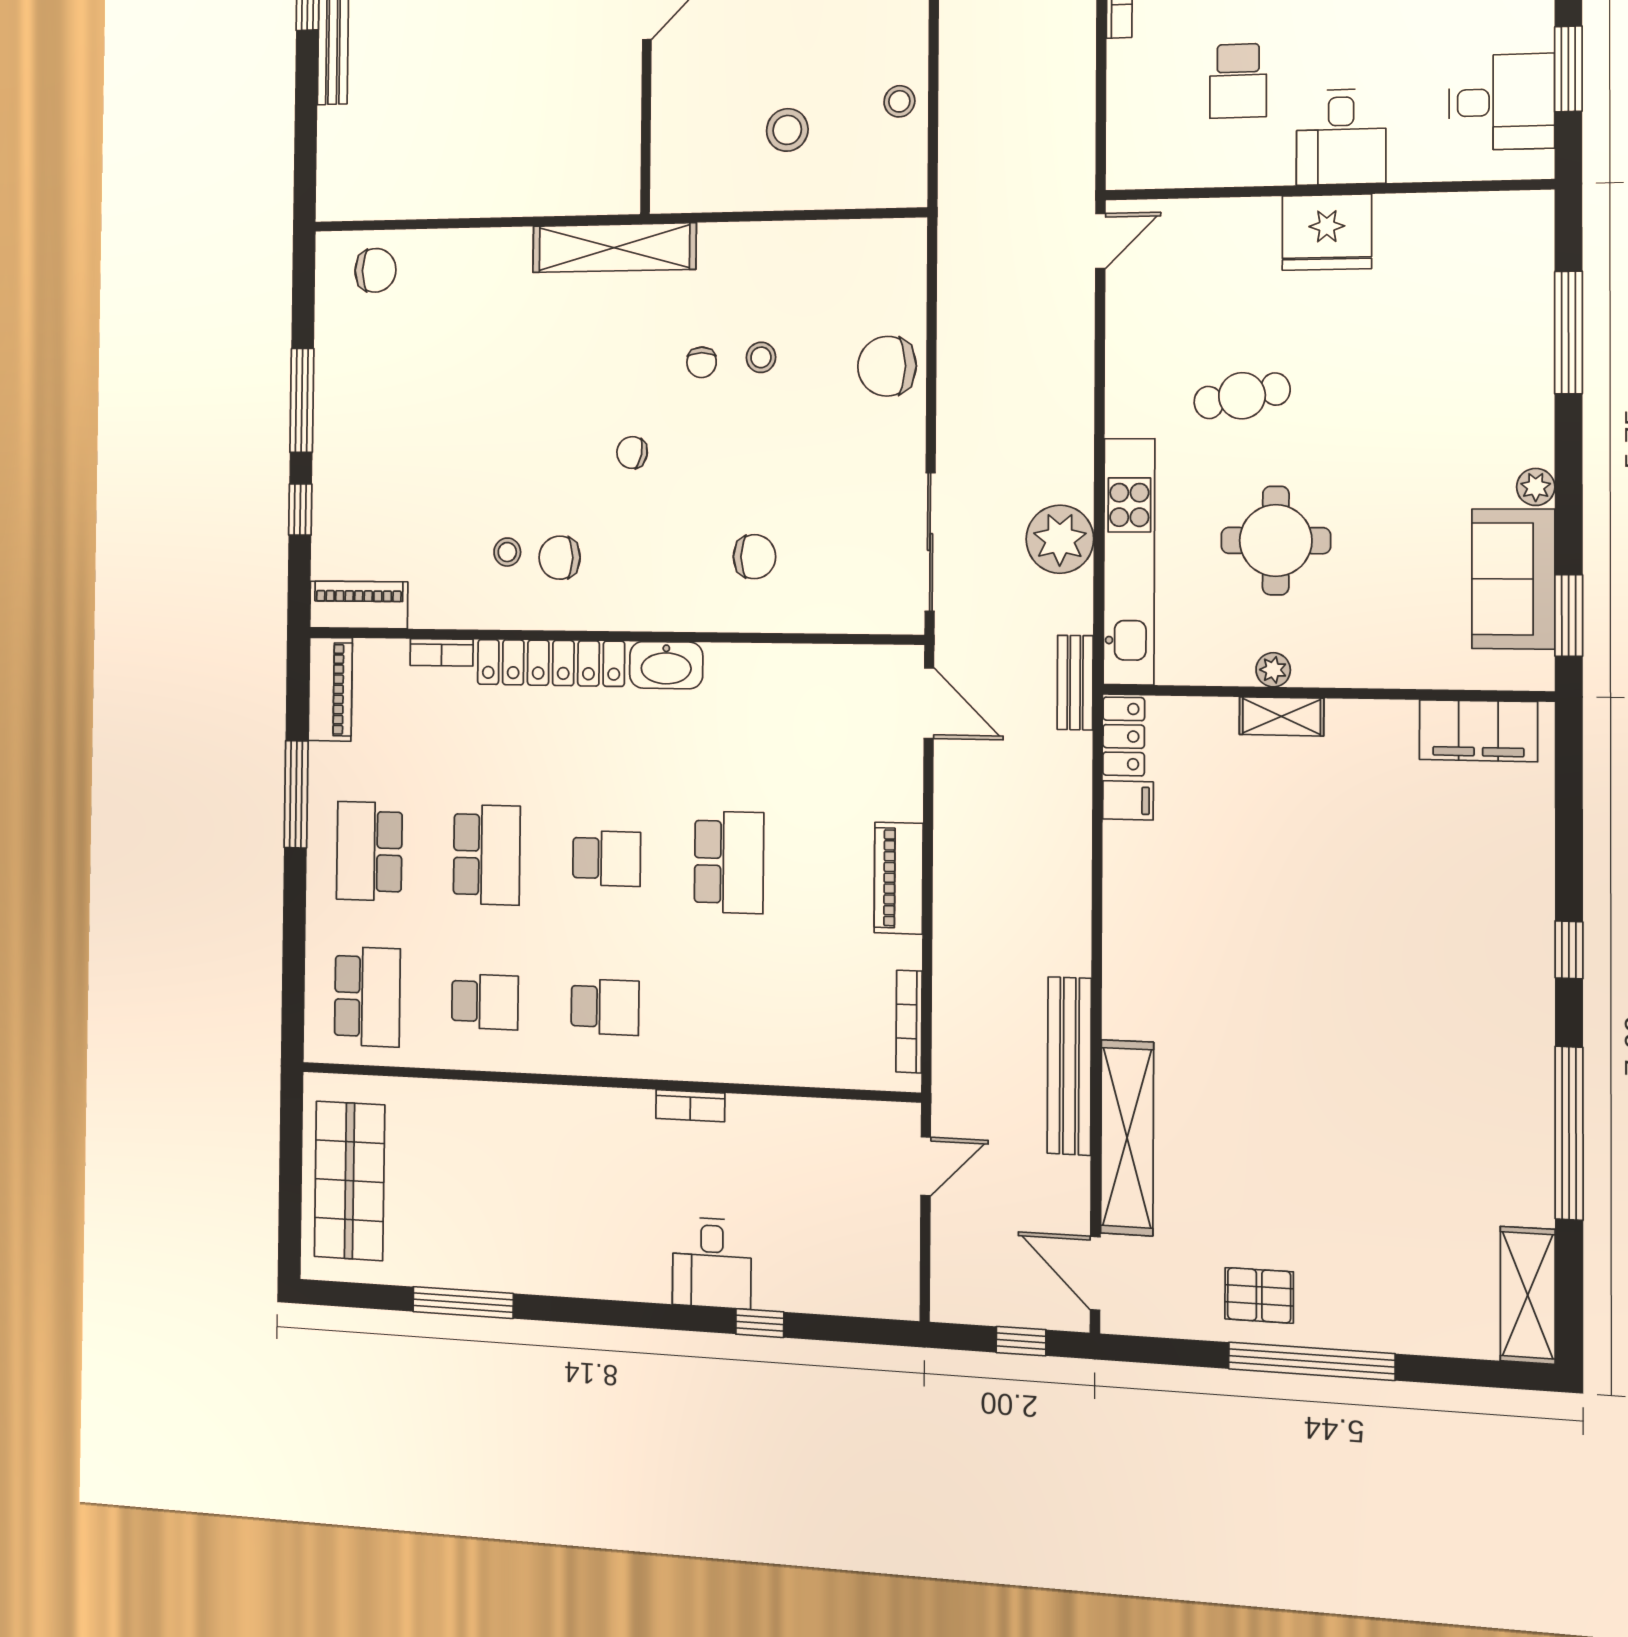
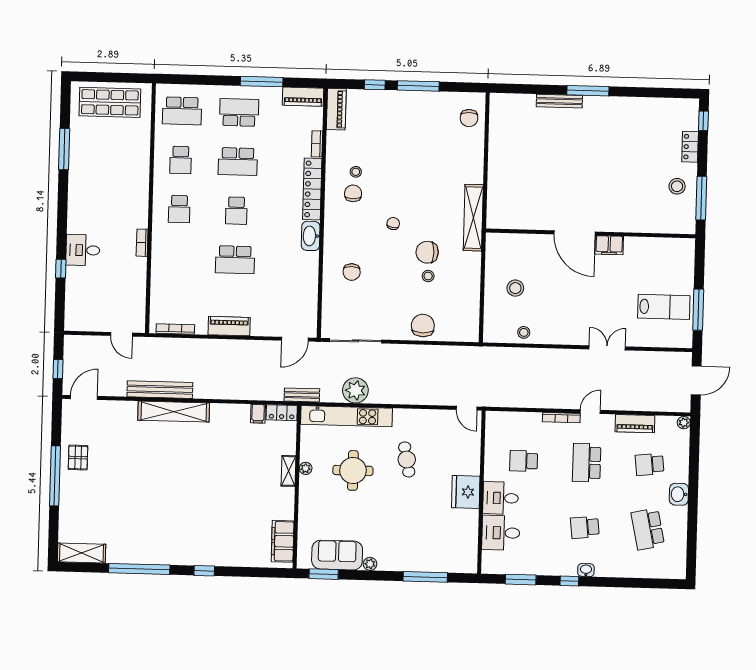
desk: (1502, 102) -> (501, 533), moved, turned 90
chair: (702, 362) -> (427, 252), width x1.87, depth x1.87
shelving: (1127, 1138) -> (174, 412), moved

